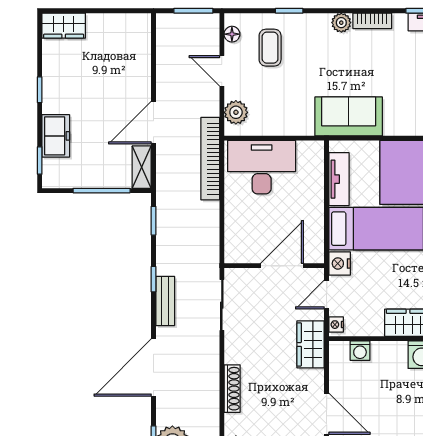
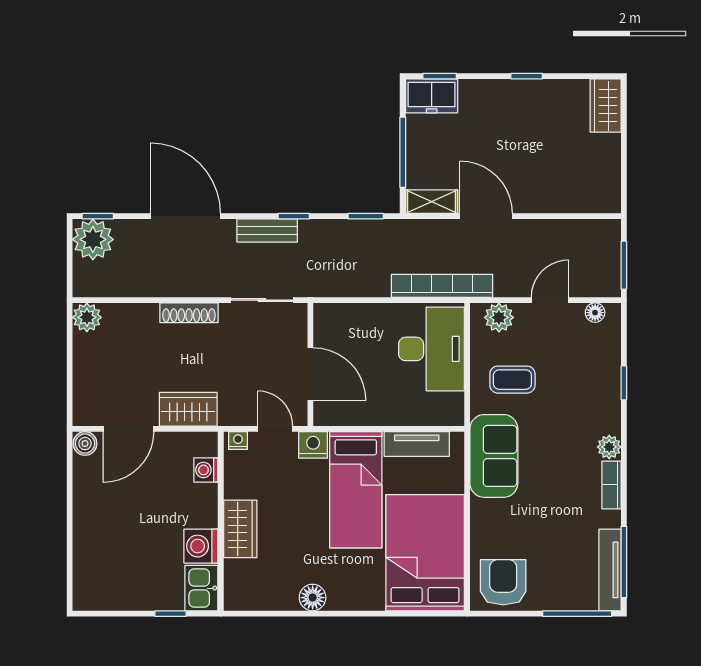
coffee table: (270, 48) -> (512, 380), moved
freezer: (56, 136) -> (432, 96), moved
wardrobe: (311, 344) -> (188, 409), moved
shoe rack: (232, 389) -> (189, 313), moved

